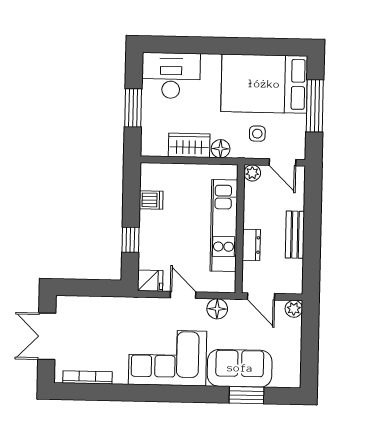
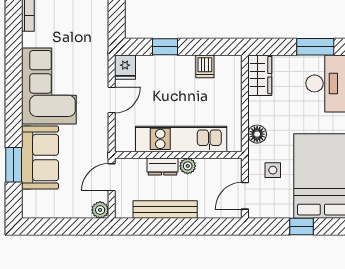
window: (315, 106) -> (301, 227), width x0.46
window: (133, 108) -> (315, 47), moved
wardrobe: (189, 145) -> (260, 75), moved
plant: (252, 173) -> (188, 166), moved
bench: (295, 235) -> (165, 209), width x1.36
floor lamp: (217, 309) -> (98, 134), removed

